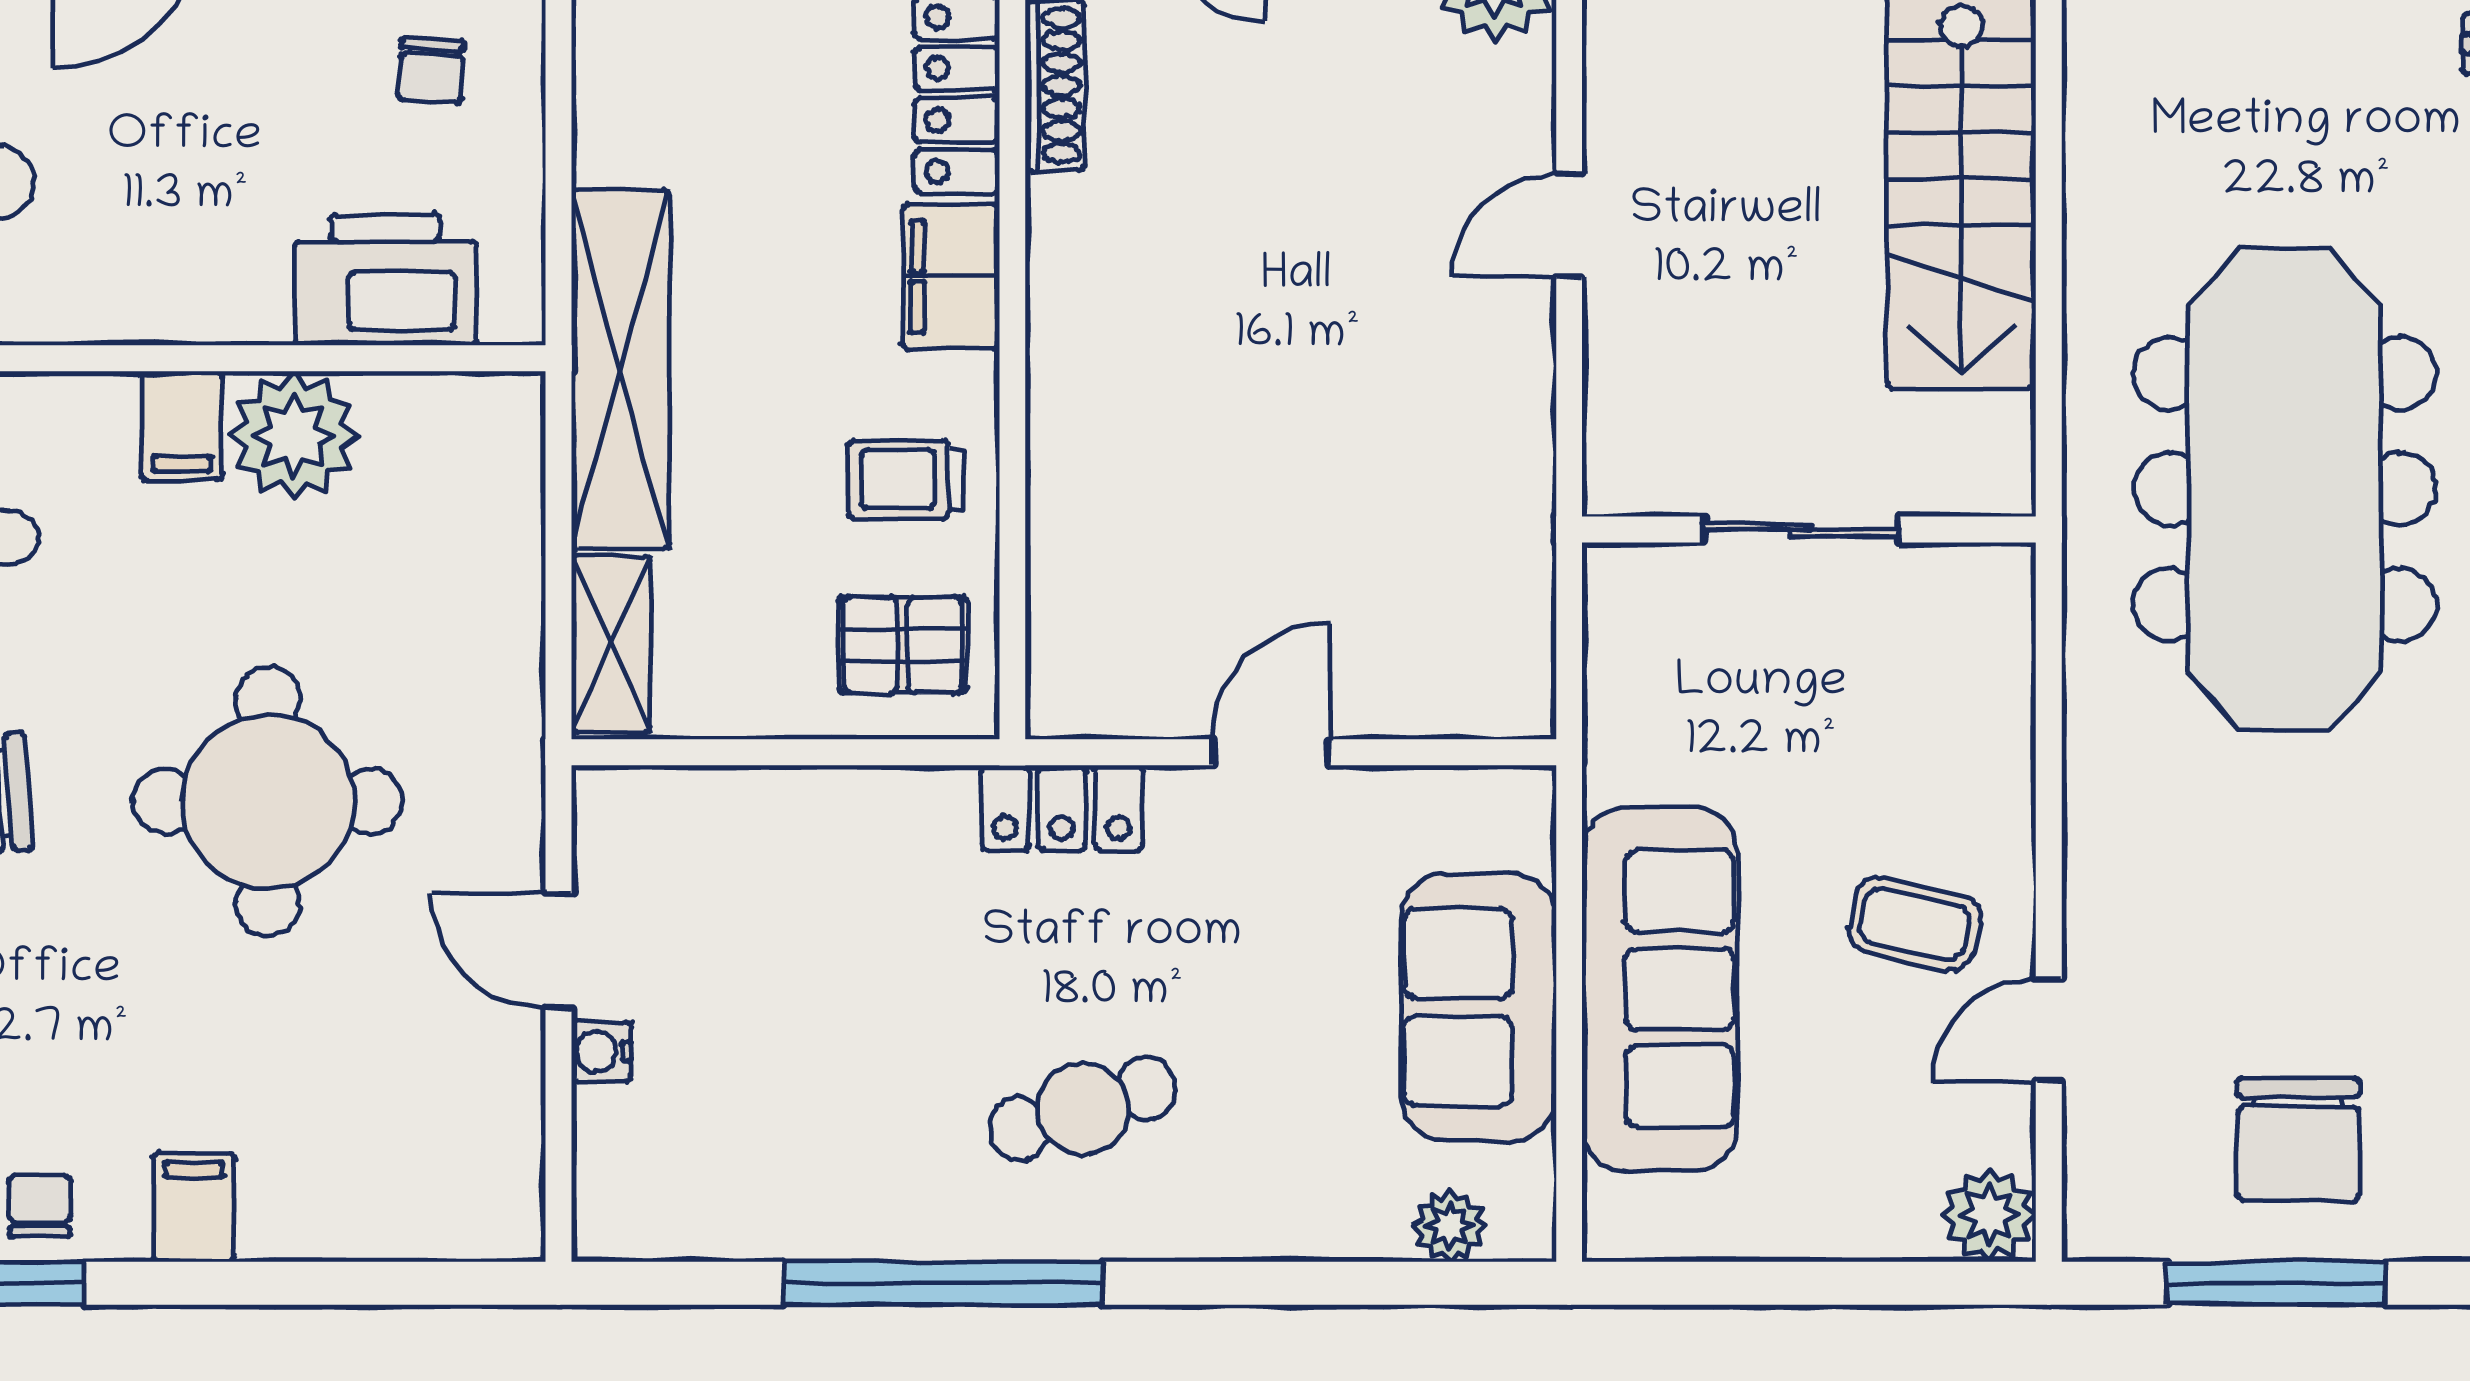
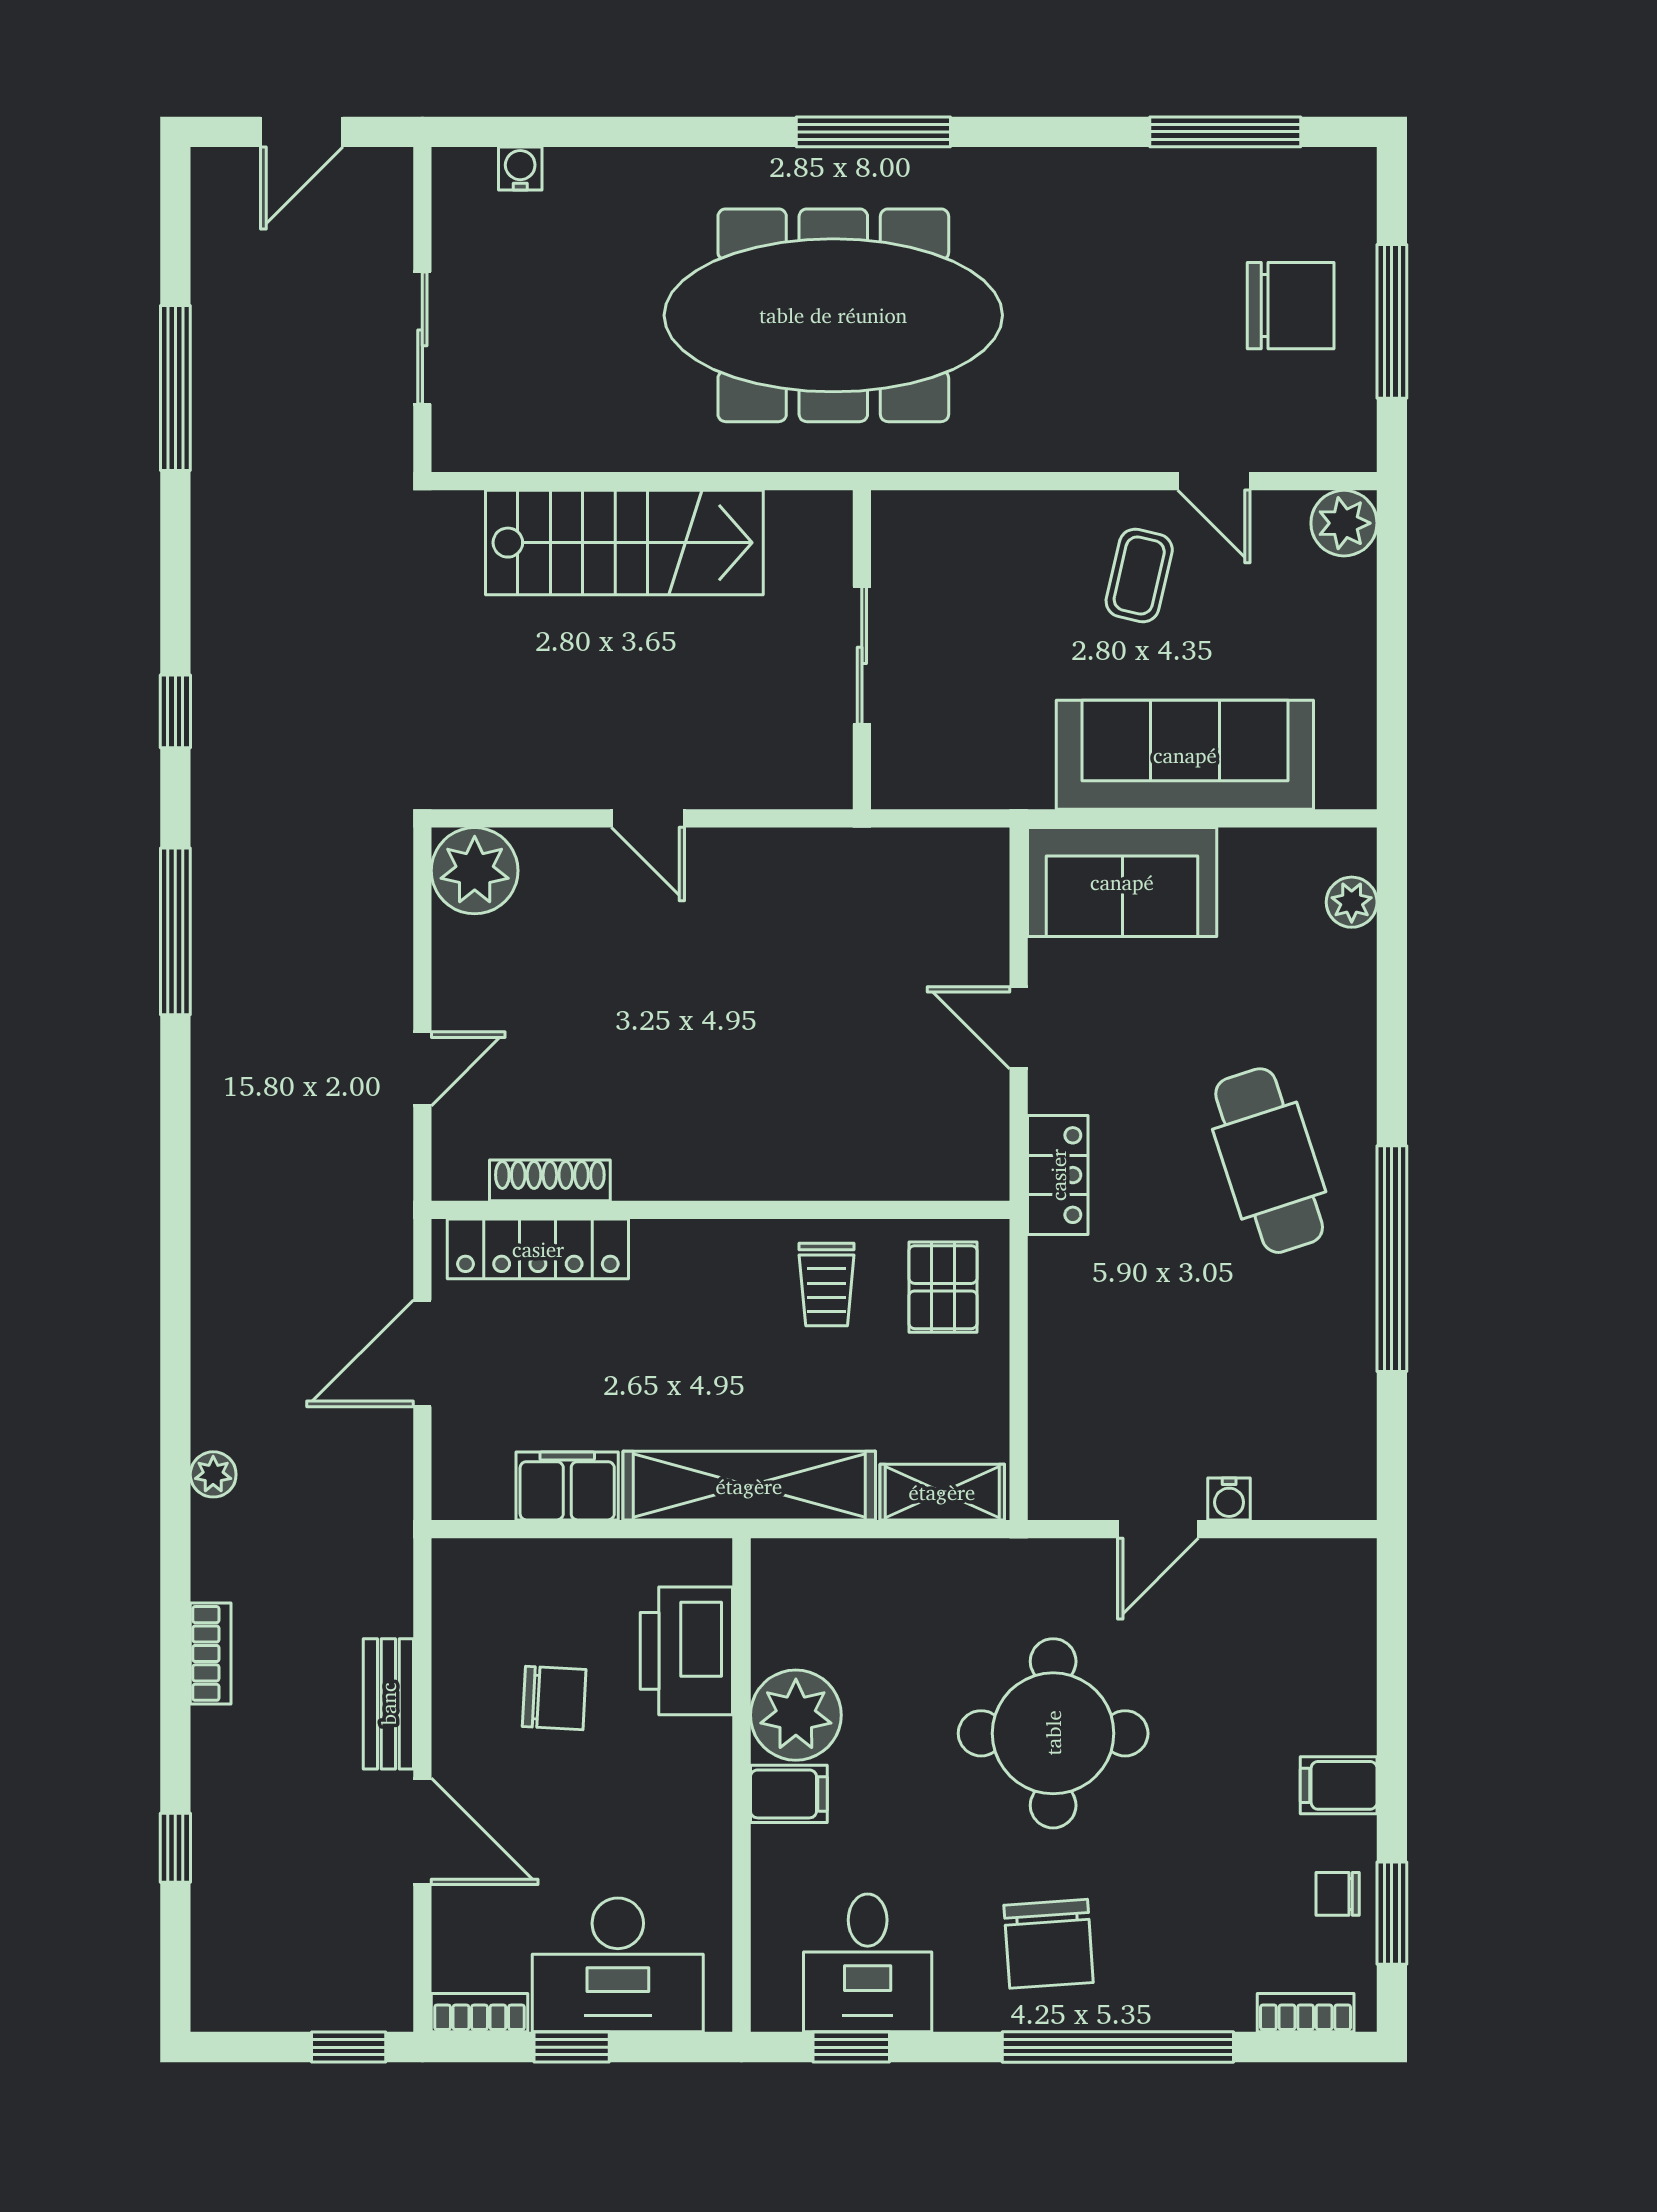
chair: (431, 71) -> (554, 1698), moved, width x1.37, depth x1.37
filing cabinet: (951, 277) -> (567, 1486), moved, turned 180
sofa: (1479, 1007) -> (1122, 882), moved
cafe table: (1083, 1109) -> (1269, 1161), width x1.37, depth x1.35

